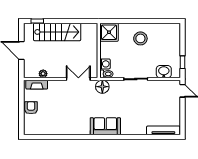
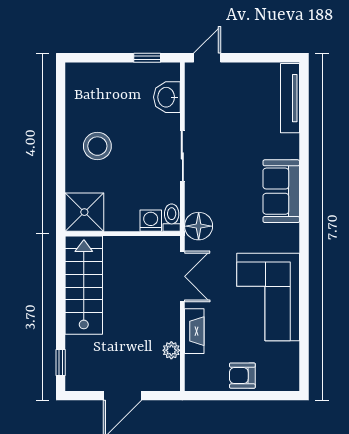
stairs: (57, 32) -> (84, 285), moved
double door: (78, 79) -> (182, 276), swing flipped
fireplace: (37, 85) -> (194, 331), moved
corner sofa: (69, 120) -> (268, 297), added
sofa: (105, 126) -> (281, 191), moved

